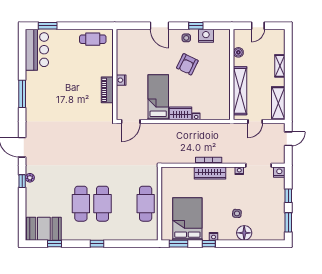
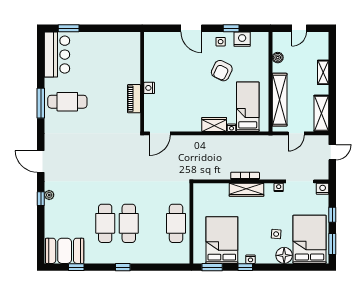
cafe table: (93, 39) -> (67, 102), moved, width x1.37, depth x1.35
bed: (158, 97) -> (248, 107), moved
bed: (267, 218) -> (309, 239), added

